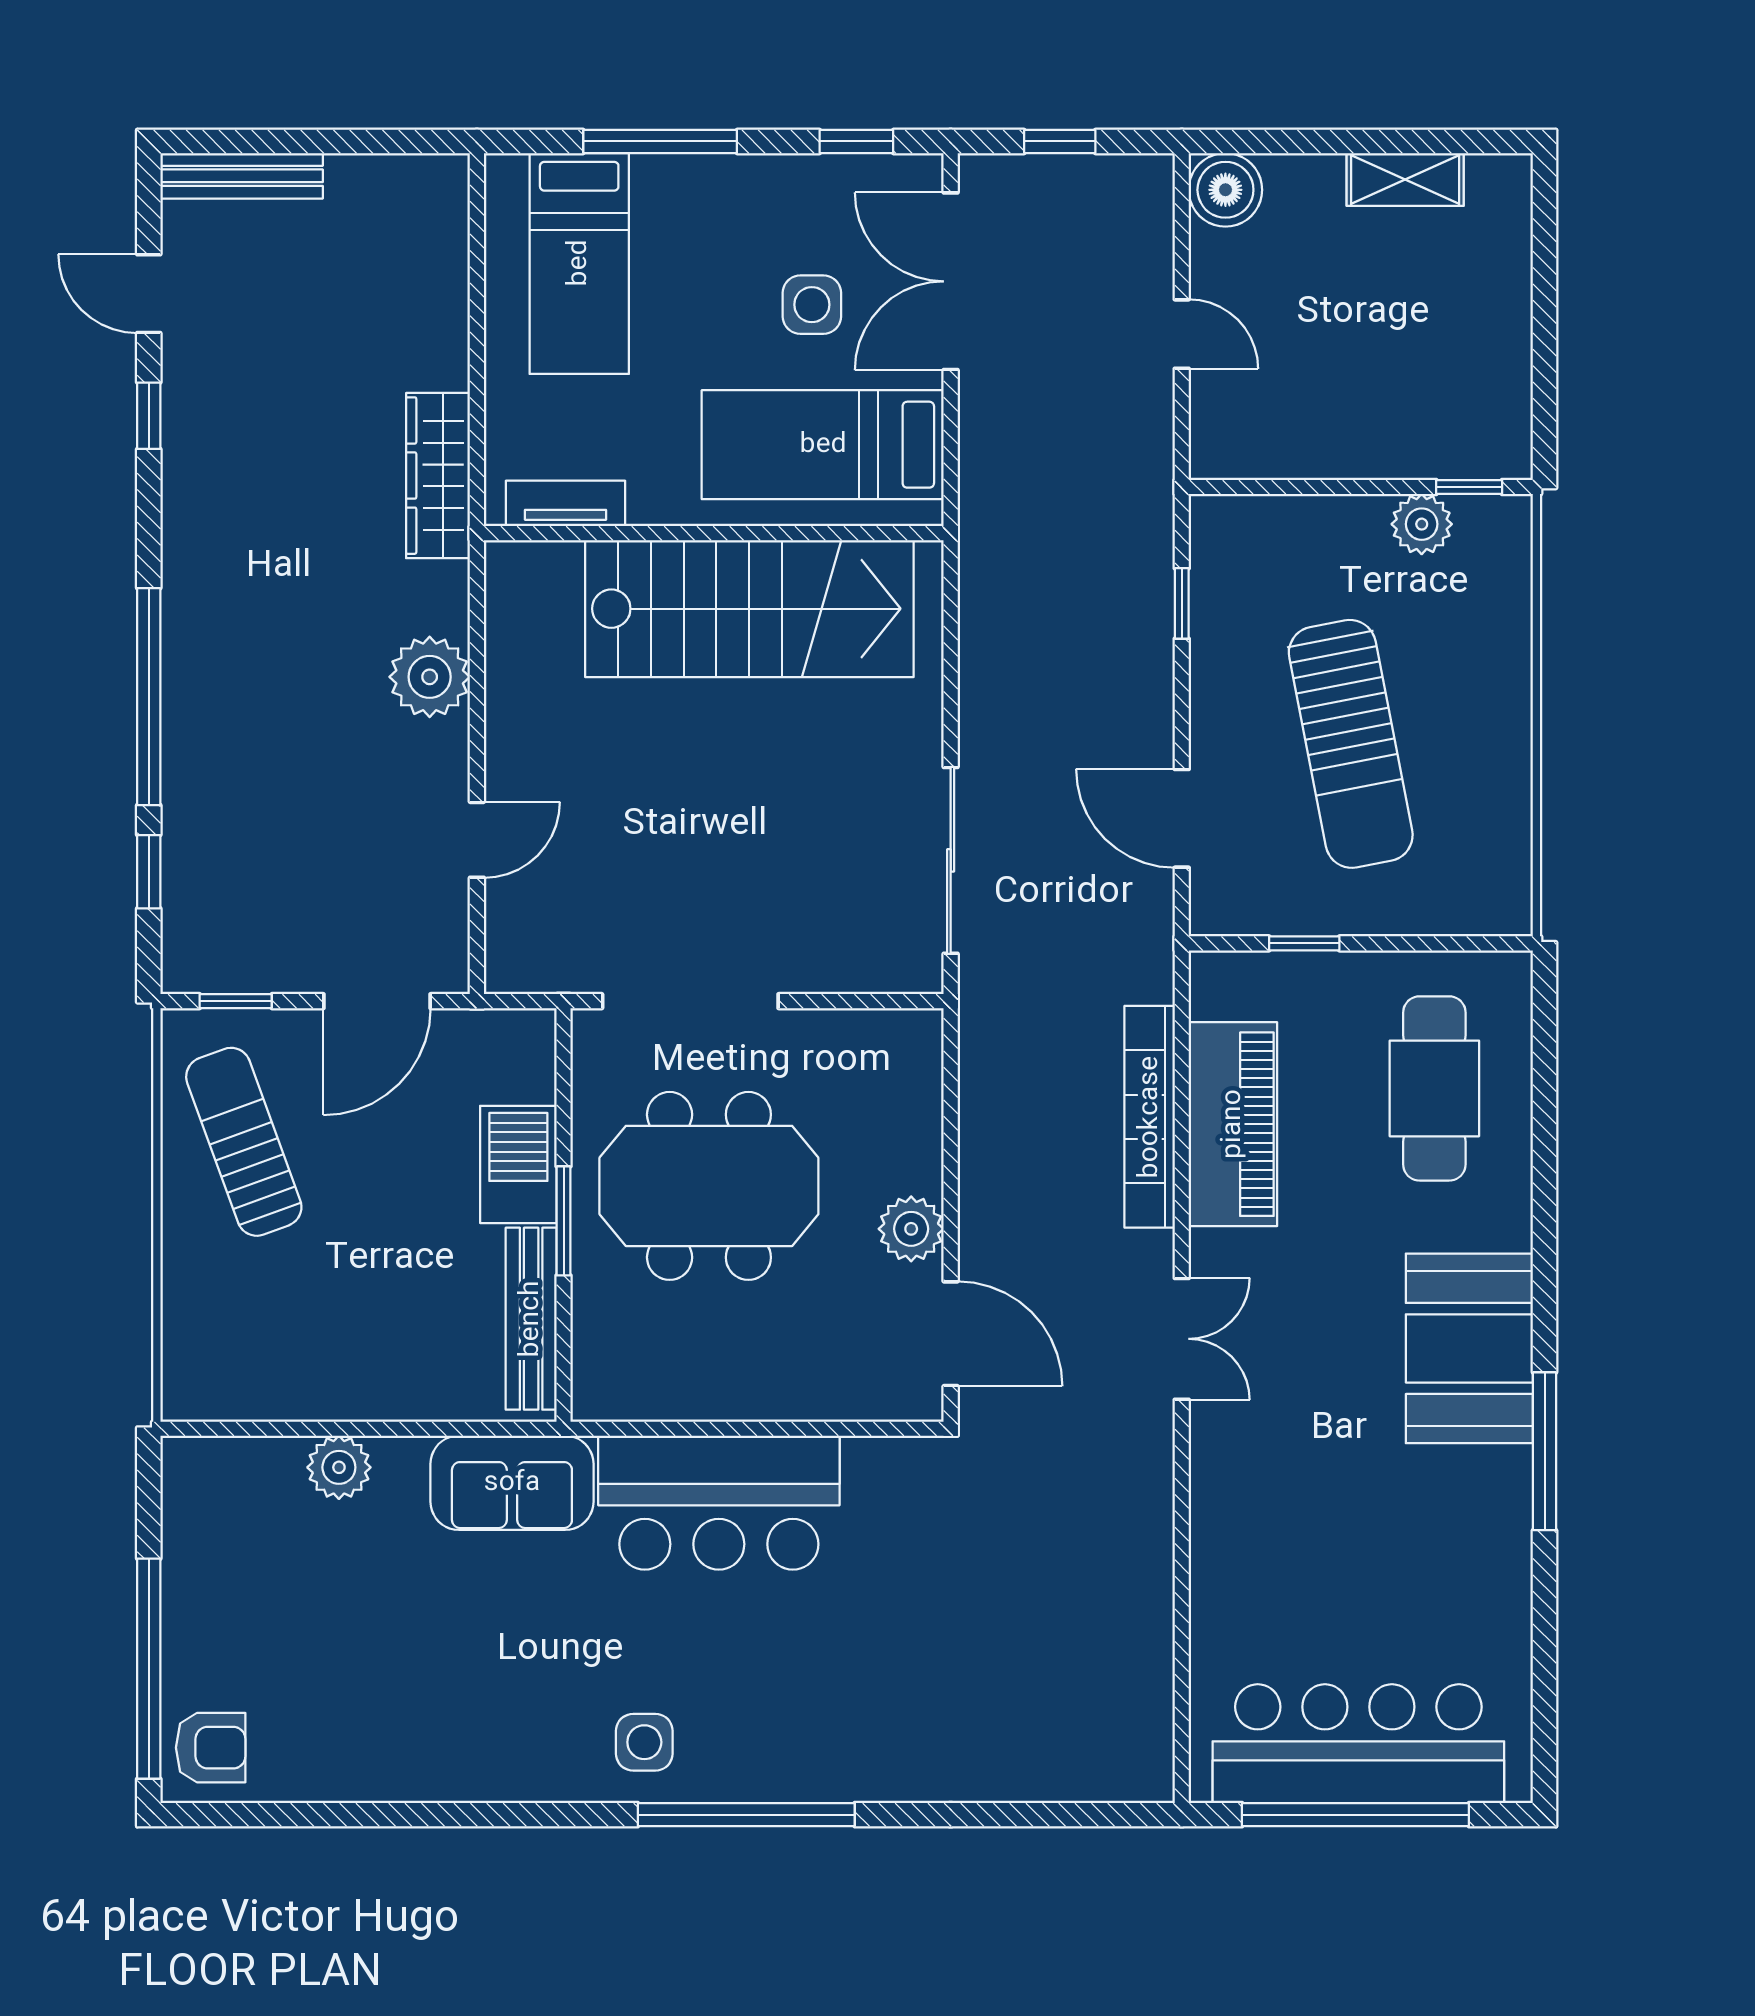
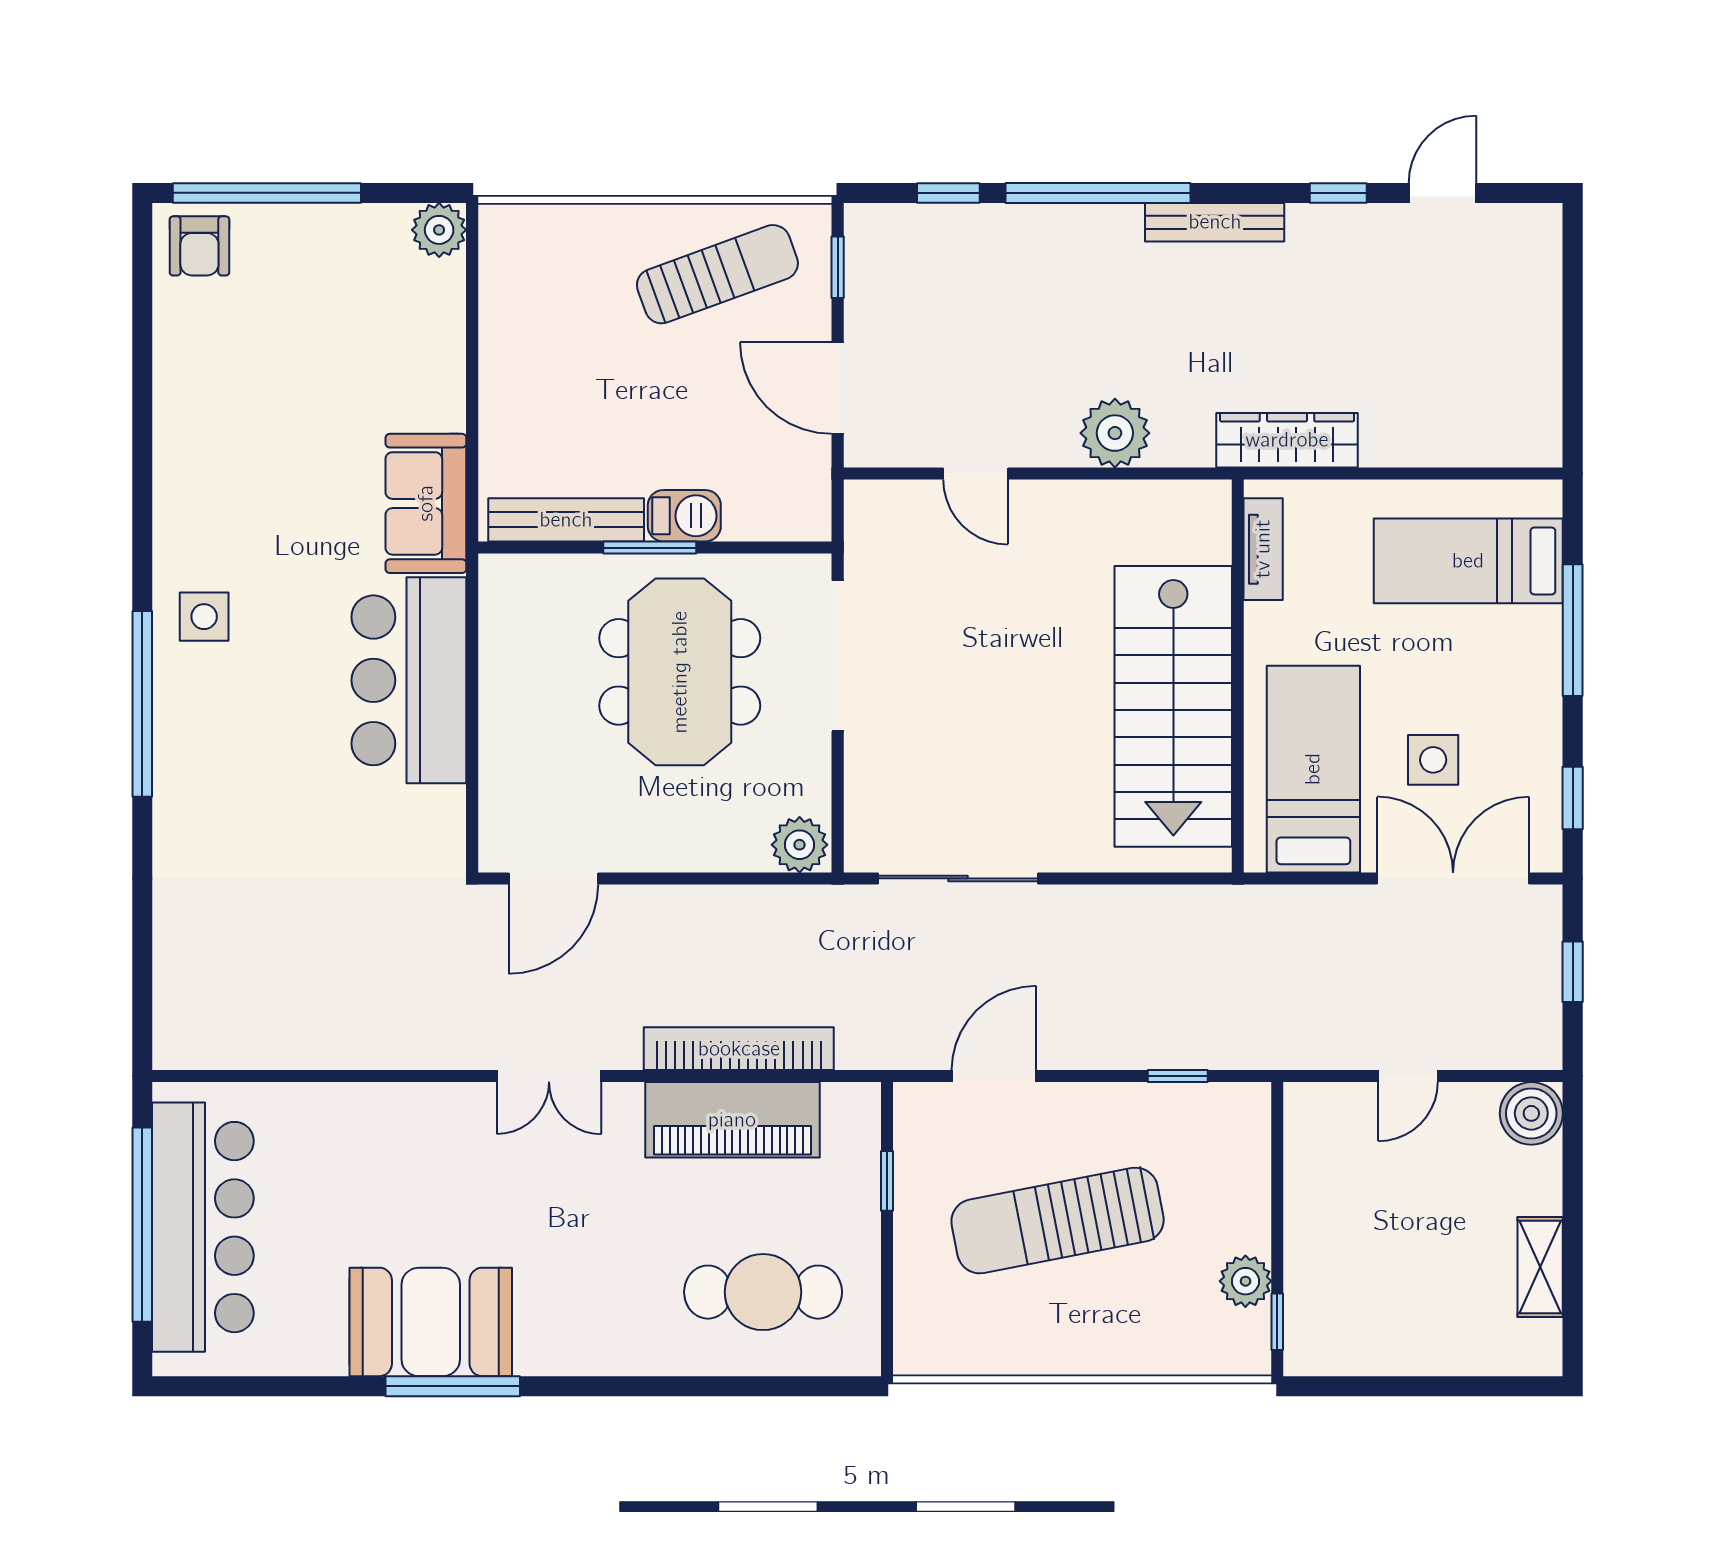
bench: (242, 176) -> (1215, 222), moved, turned 90
barbecue: (518, 1164) -> (684, 516), width x0.73, depth x0.79
plant: (911, 1229) -> (800, 845), moved
booth: (1469, 1348) -> (431, 1322), moved
plant: (339, 1467) -> (439, 230), moved

